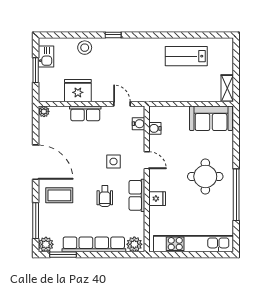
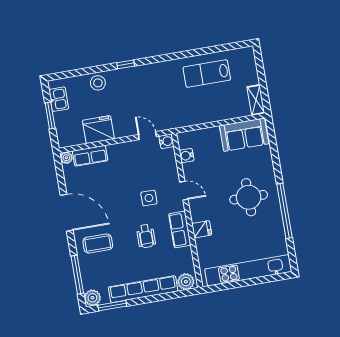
row of seats: (85, 113) -> (90, 156), moved
water cooler: (139, 124) -> (166, 141), moved

